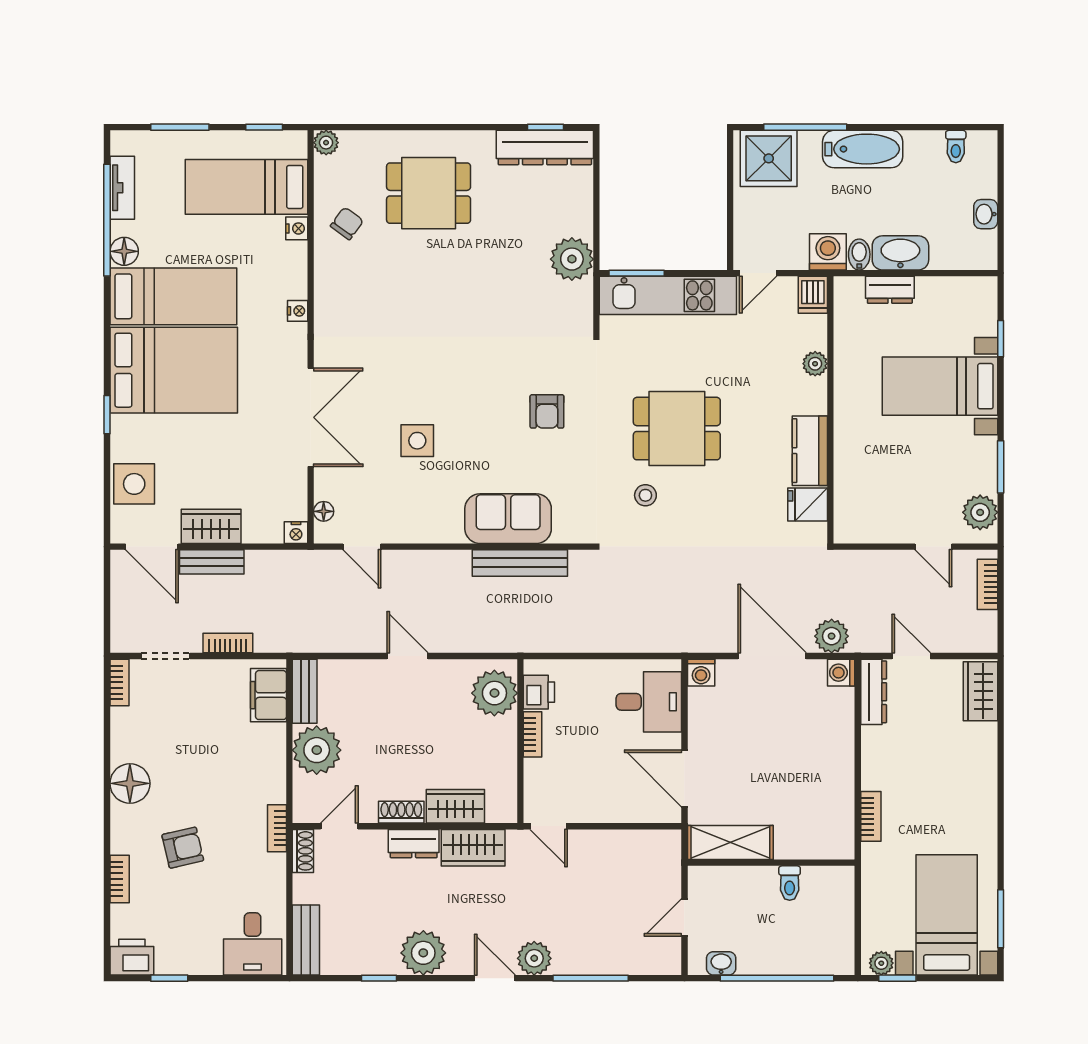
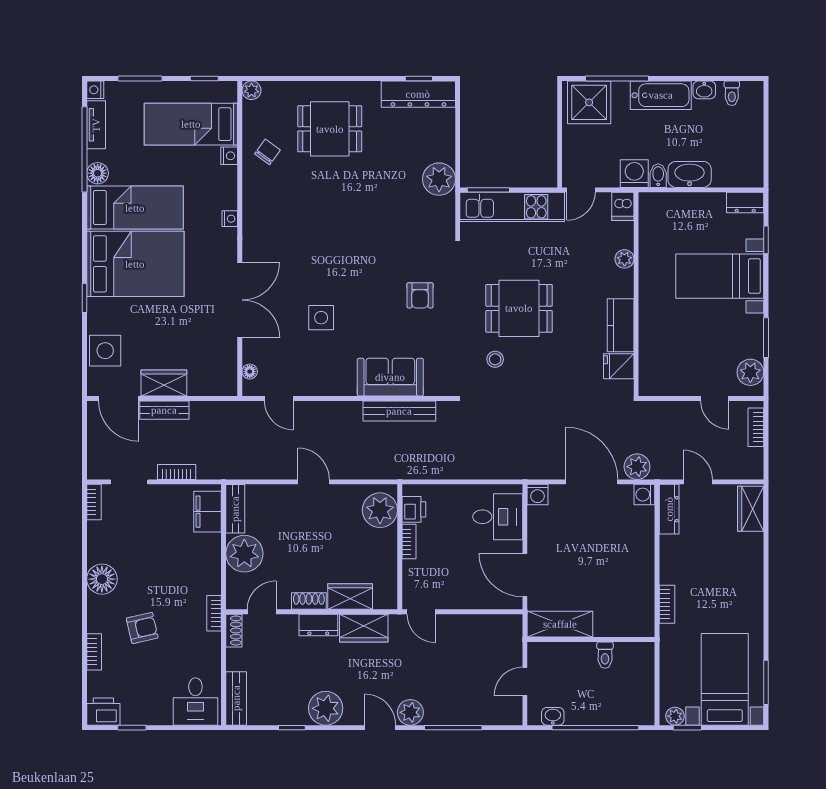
washbasin: (986, 214) -> (704, 90), moved, turned -90
dresser: (890, 290) -> (745, 203), moved
nightstand: (296, 533) -> (95, 90), moved, turned 90

